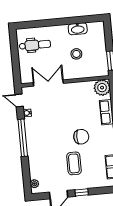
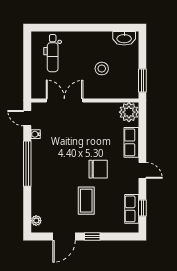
washbasin: (78, 29) -> (124, 38), moved
dental chair: (35, 45) -> (53, 53), turned 90

